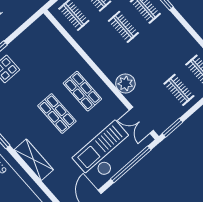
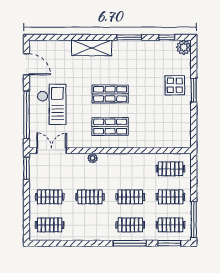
clothes rail: (151, 58) -> (90, 197), added
plant: (125, 83) -> (93, 158), width x0.53, depth x0.53
checkout: (105, 152) -> (52, 104), width x0.73, depth x0.83

